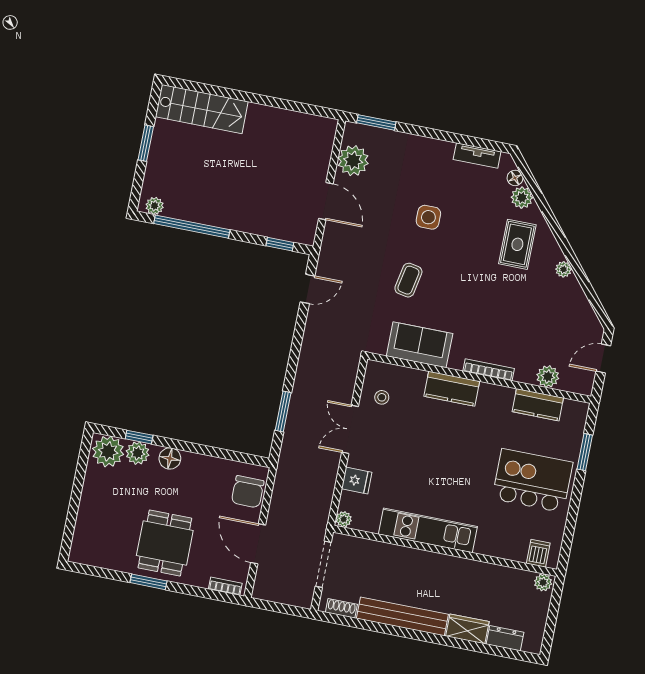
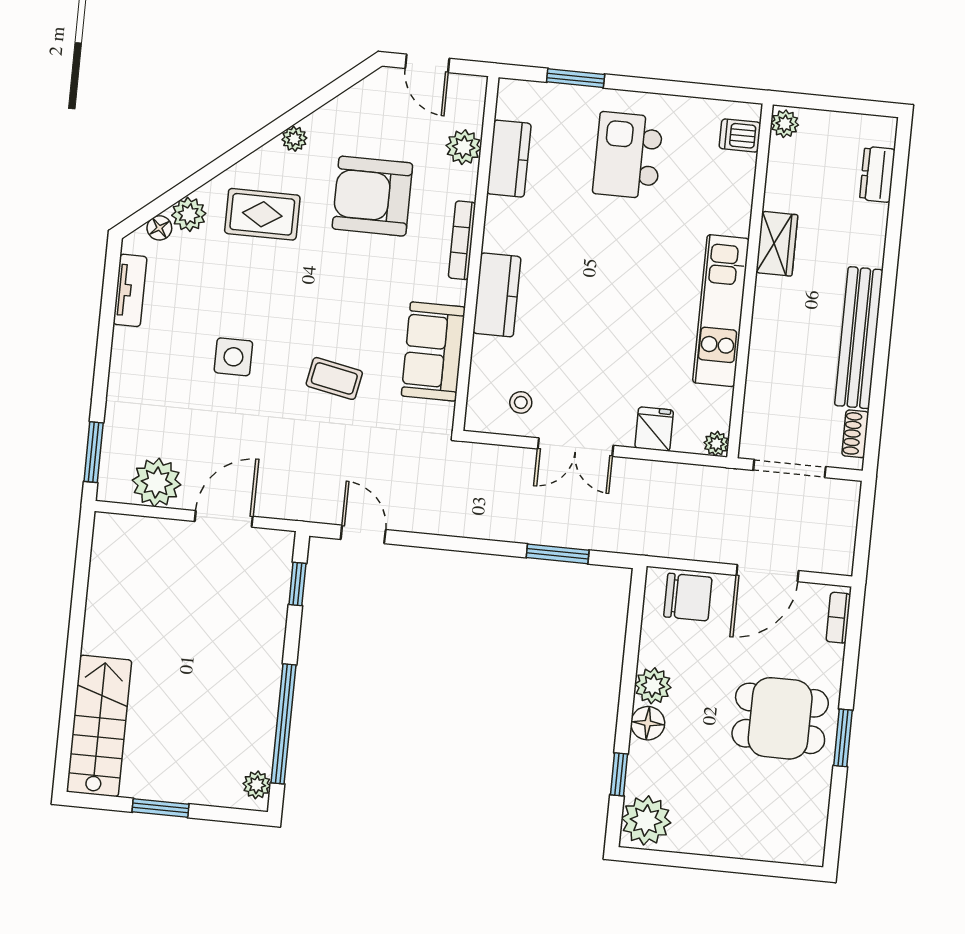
armchair: (522, 316) -> (372, 196), added
plant: (138, 453) -> (653, 686), moved
kitchen island: (532, 481) -> (628, 155), width x0.73, depth x0.78
wardrobe: (467, 629) -> (777, 244), moved, turned 180

